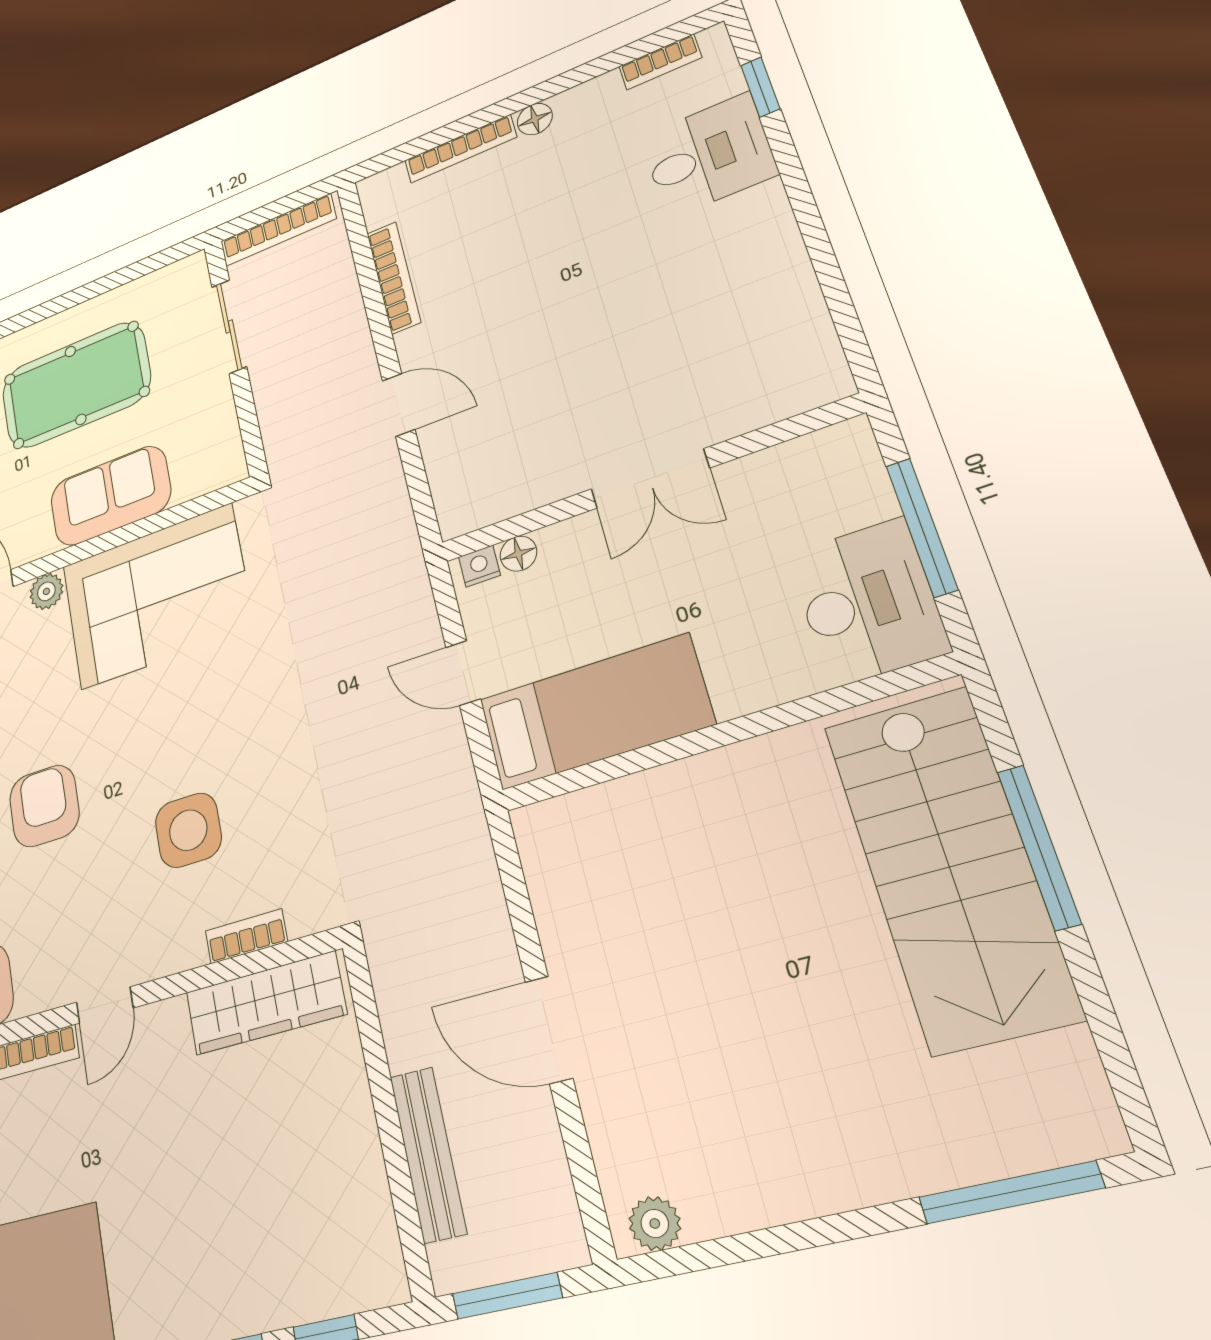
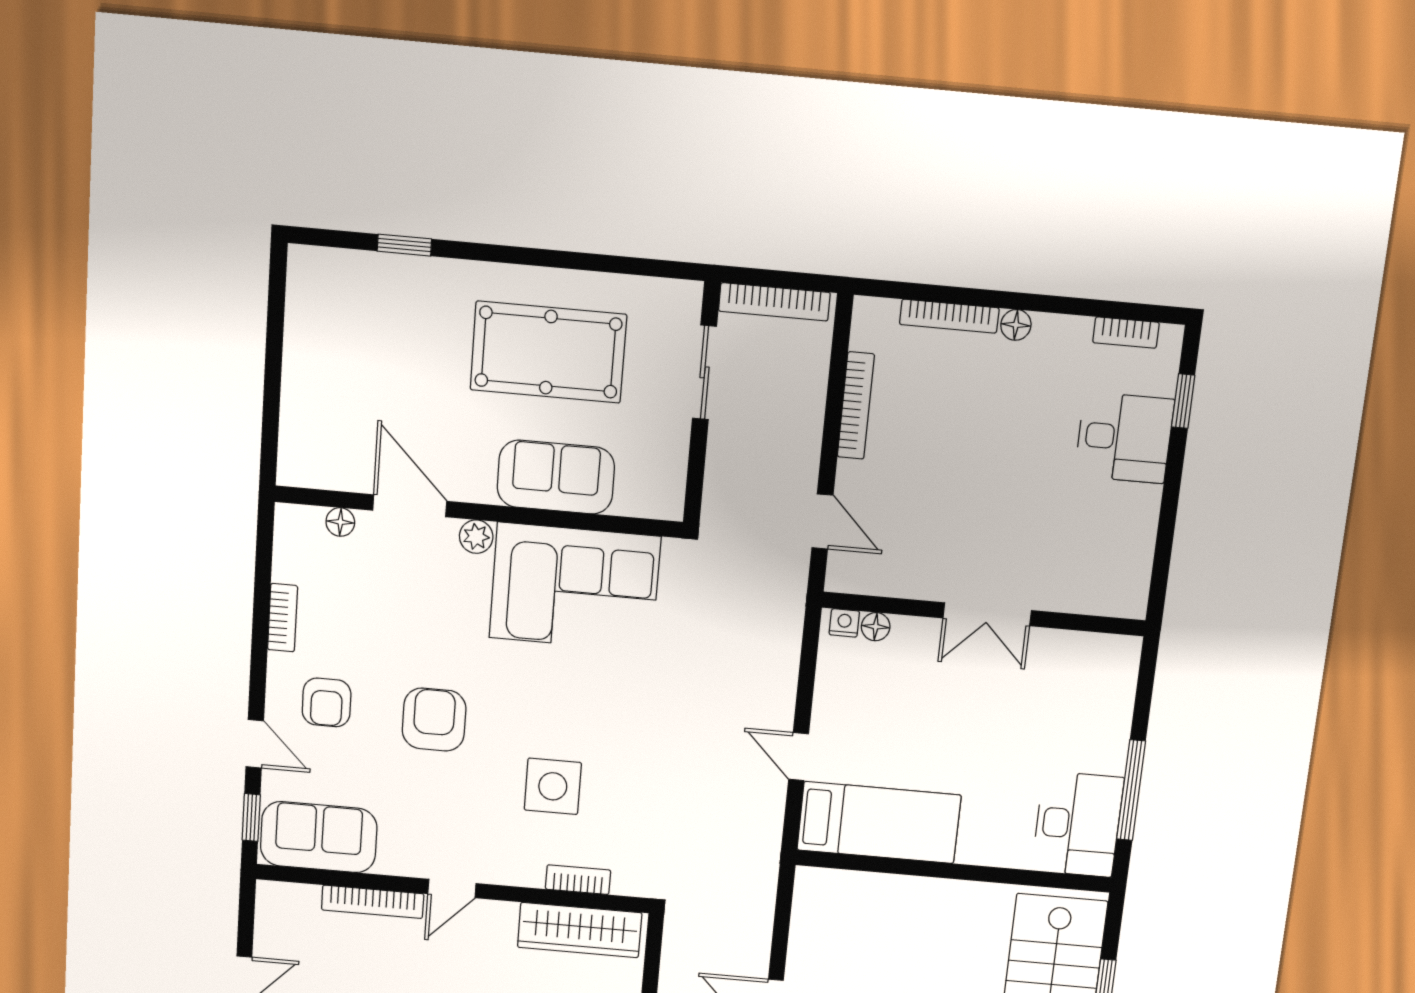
double door: (650, 479) -> (987, 614), moved
wall: (645, 480) -> (984, 614), moved
floor lamp: (518, 554) -> (876, 627), moved
nightstand: (479, 566) -> (844, 623), moved

